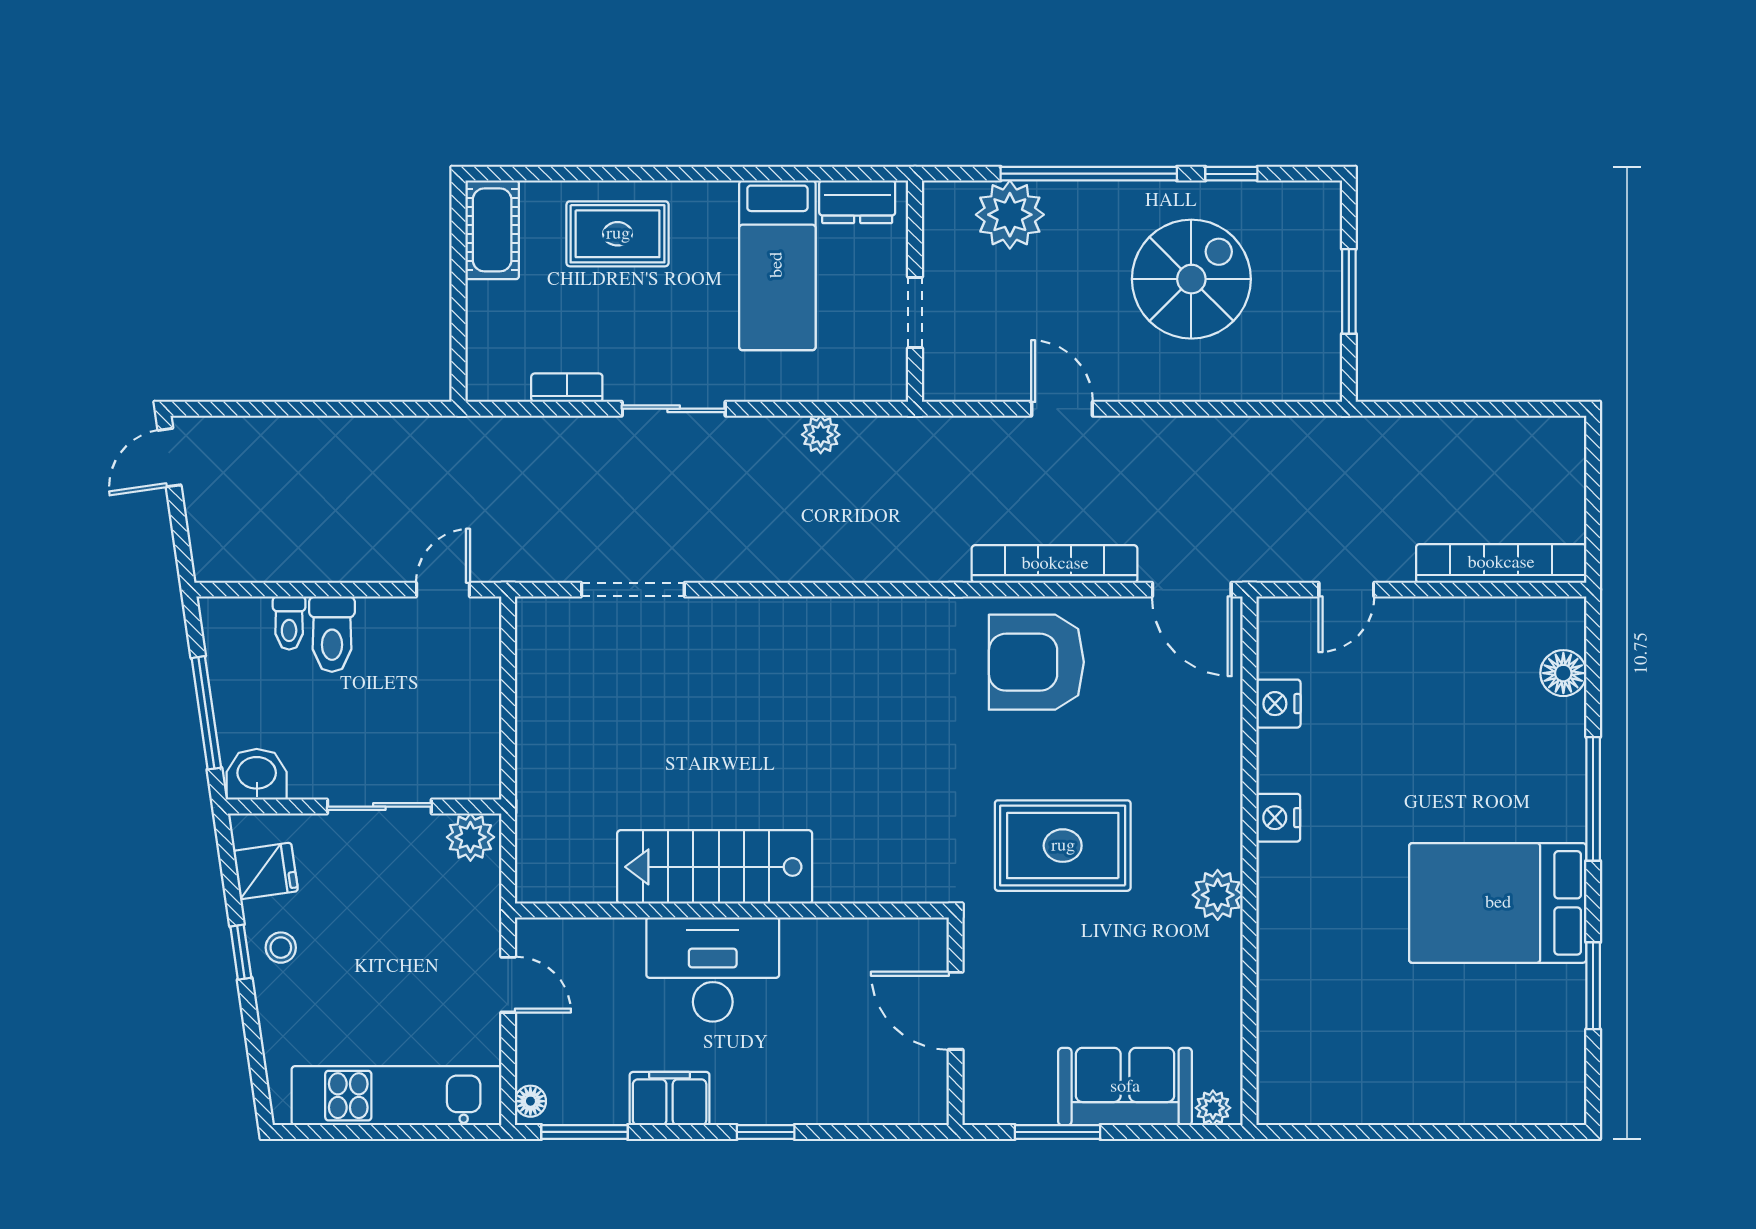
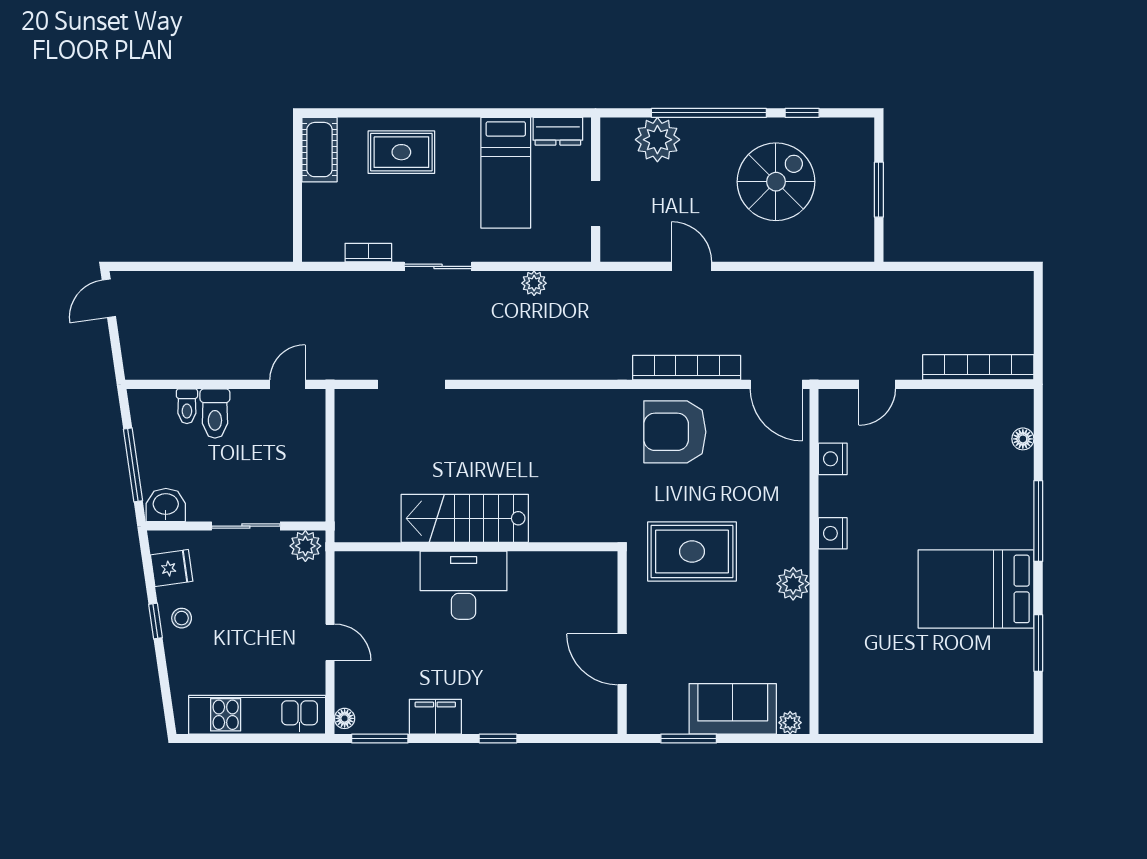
floor lamp: (1563, 673) -> (1023, 439), width x0.73, depth x0.73
stairs: (715, 867) -> (465, 518), moved
wall: (732, 910) -> (476, 547), moved
desk: (713, 969) -> (464, 585), moved

